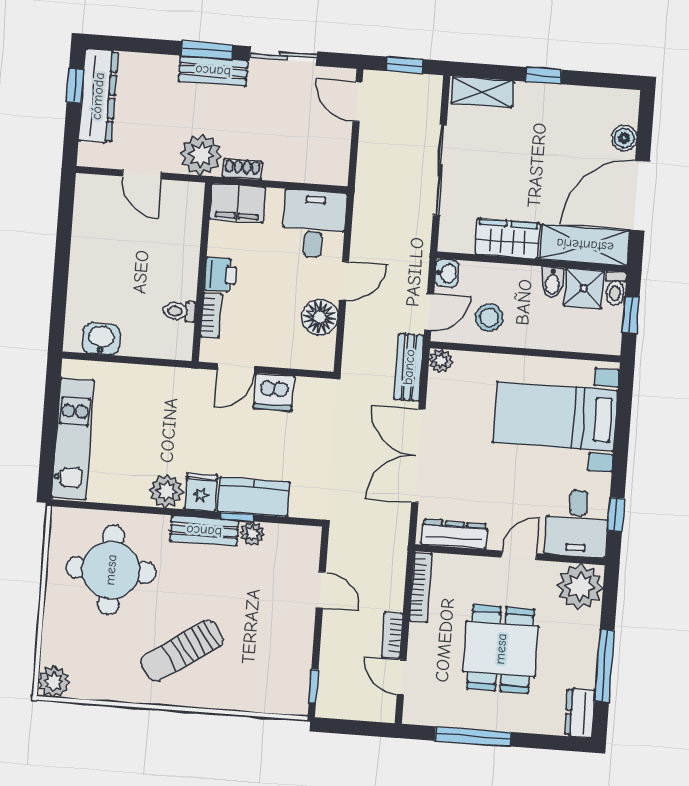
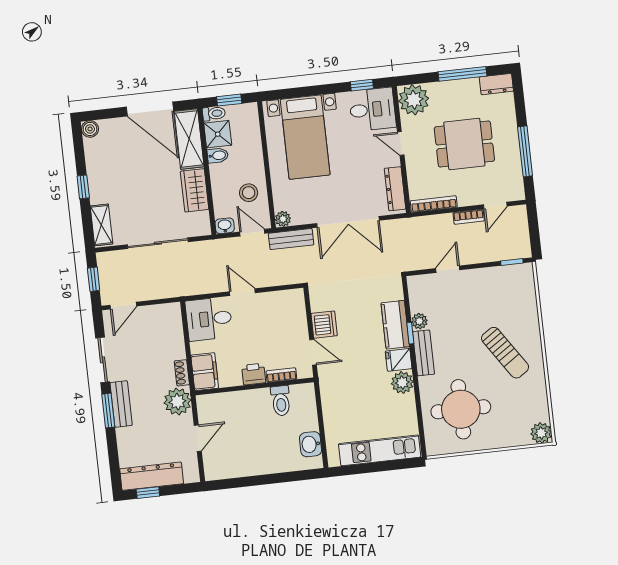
boiler: (624, 138) -> (90, 129), moved
toilet: (179, 311) -> (281, 401), width x1.37, depth x1.39
floor lamp: (320, 317) -> (269, 304), removed

